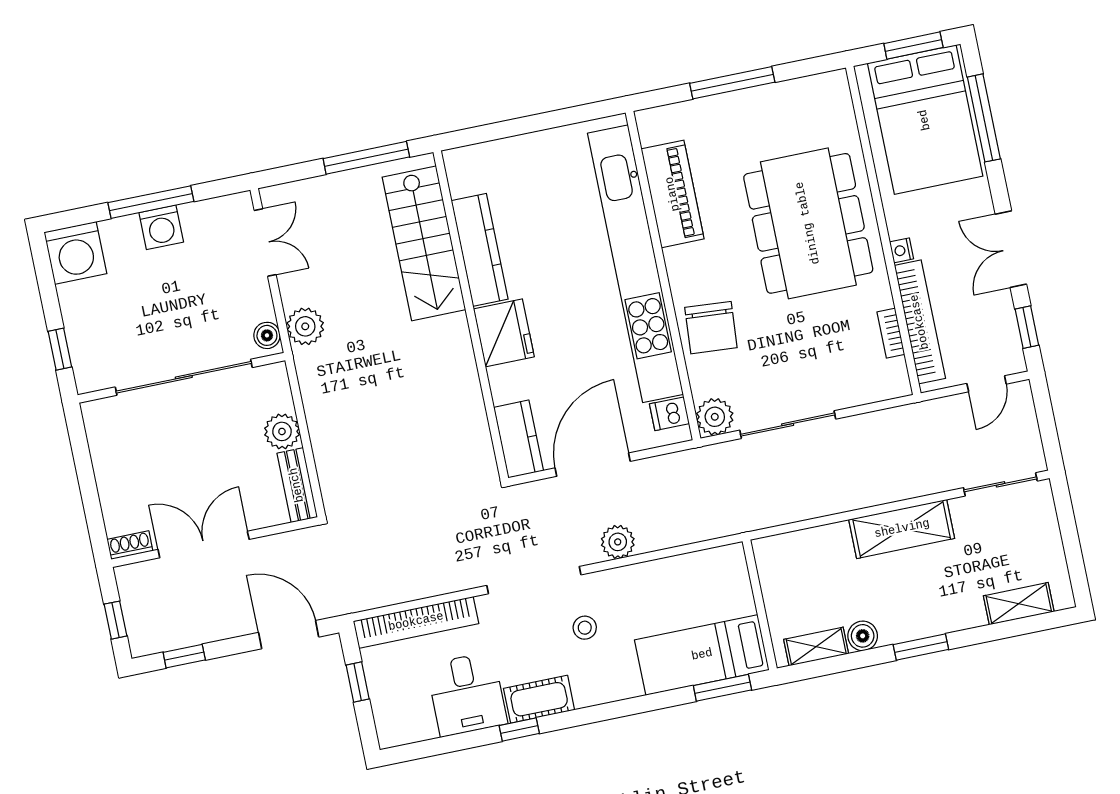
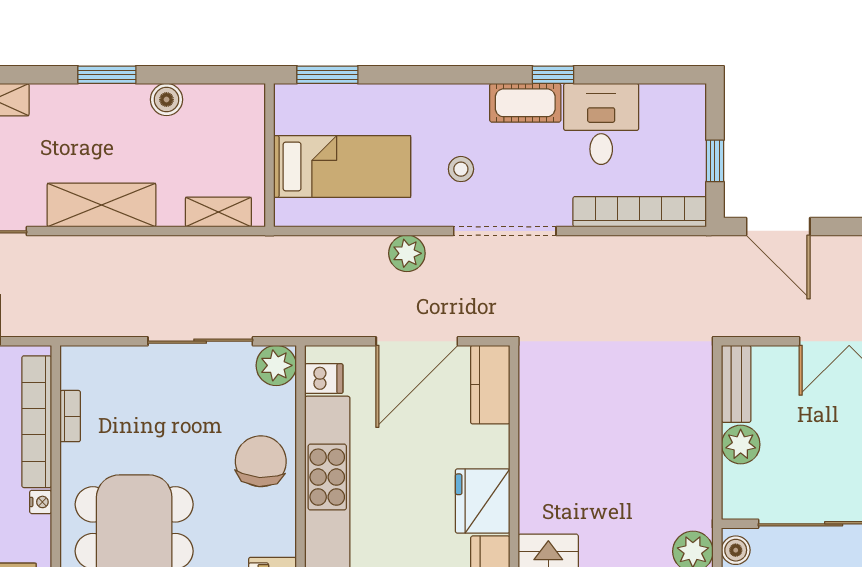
shelving: (816, 647) -> (218, 212), moved
bed: (702, 655) -> (342, 167), moved

